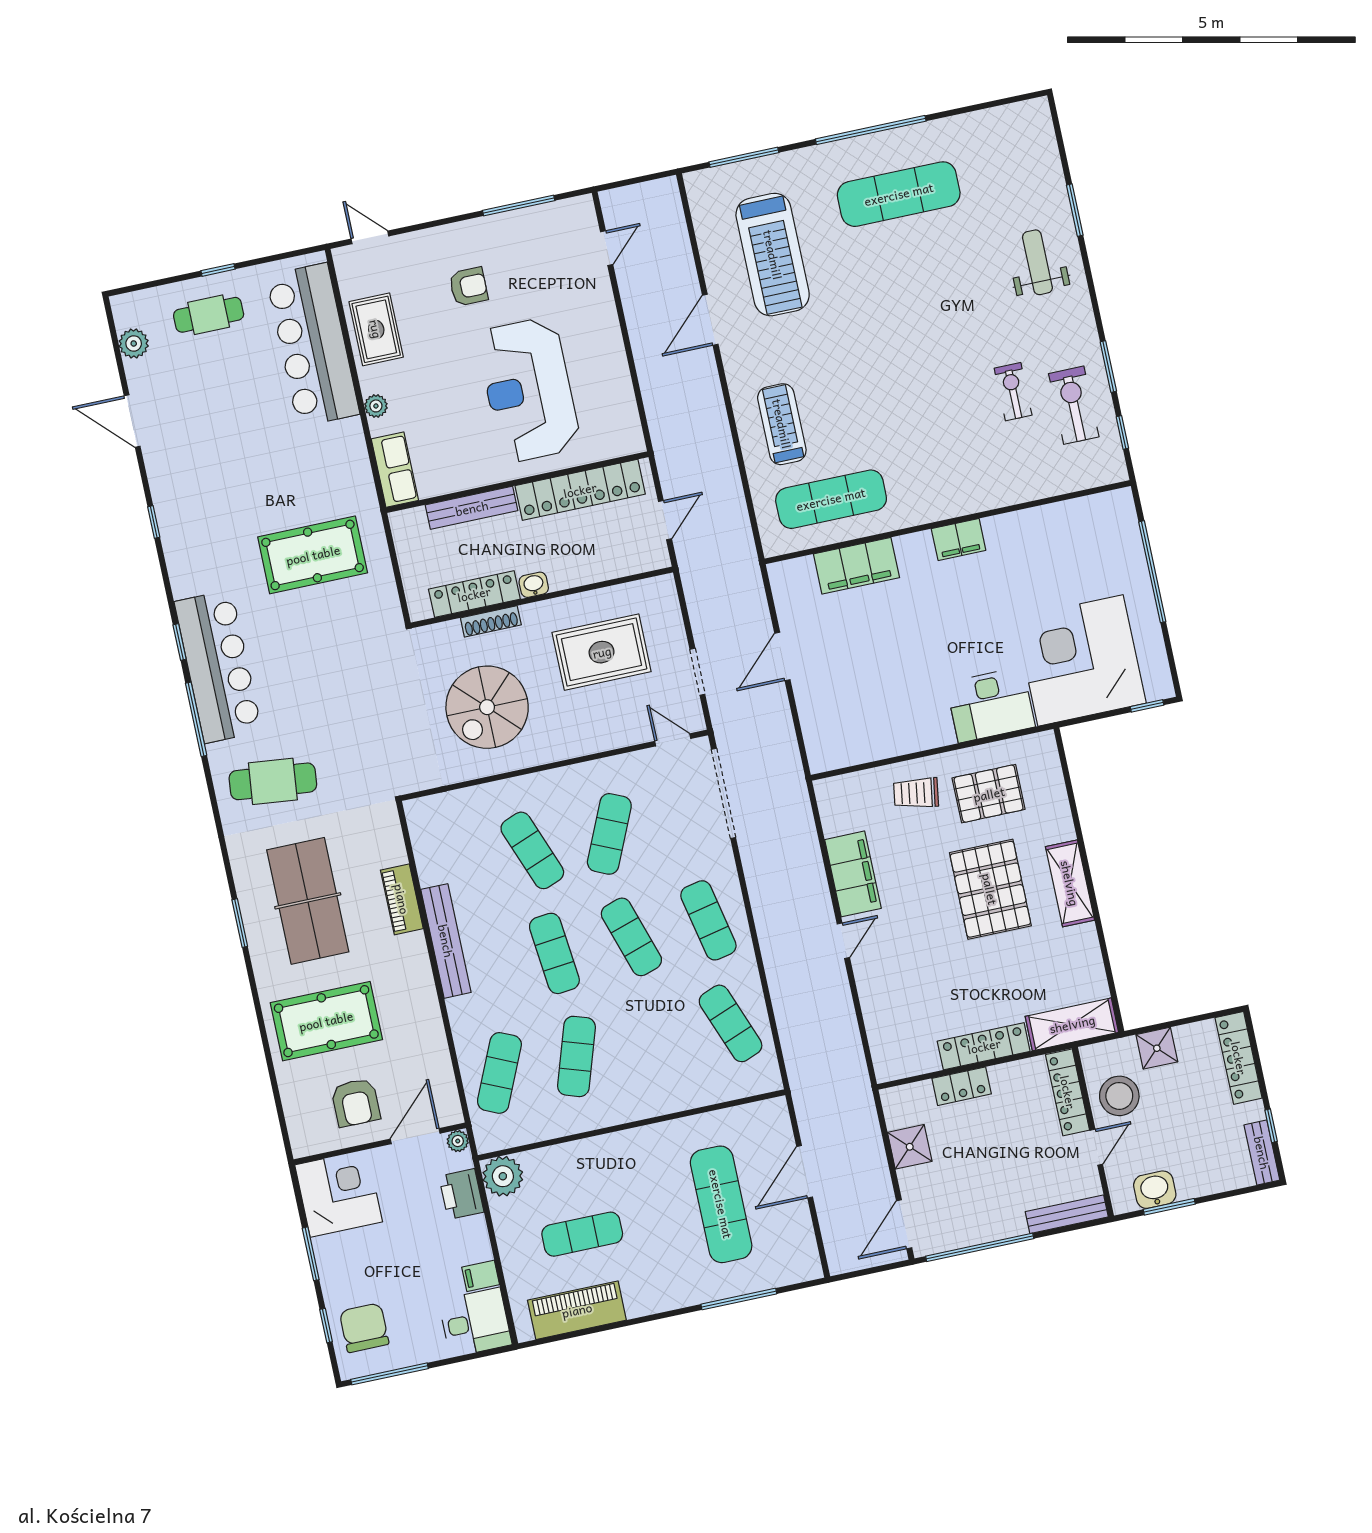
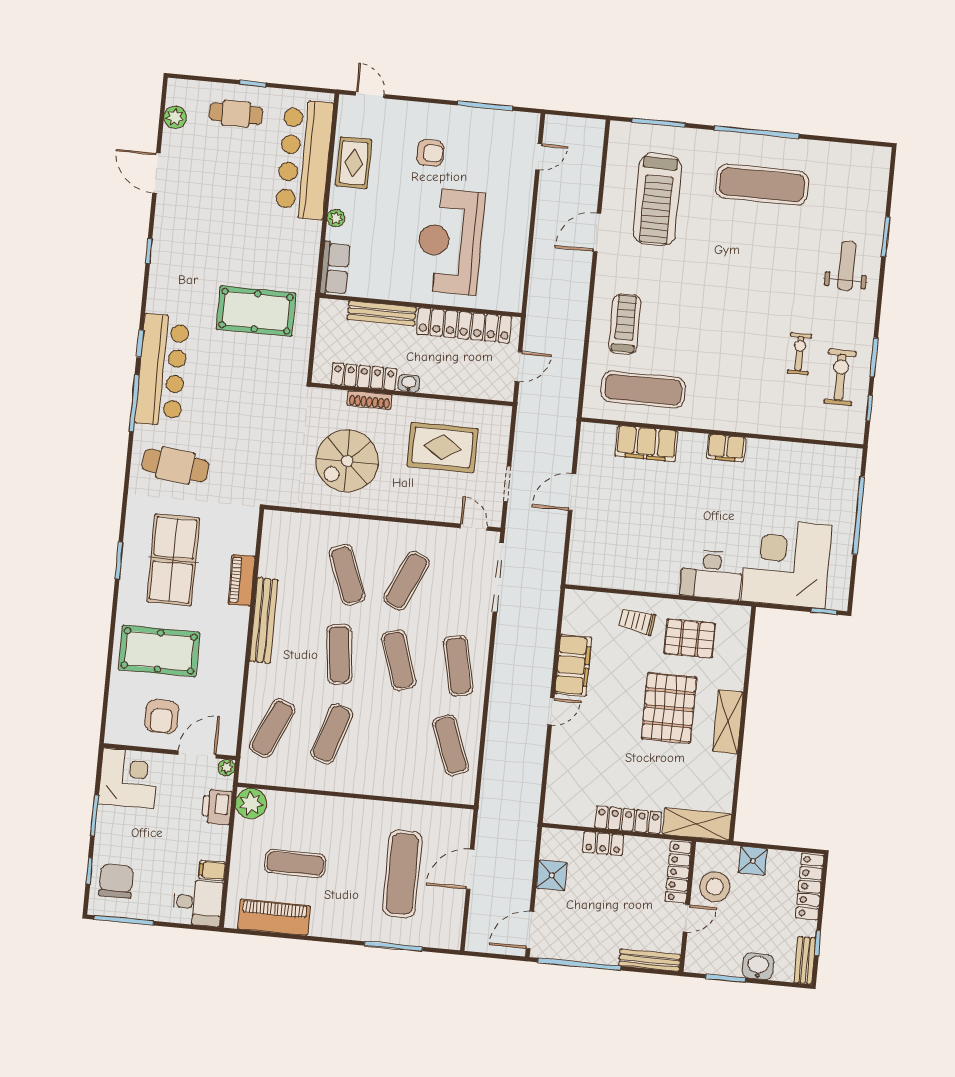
washbasin: (1155, 1190) -> (758, 966), moved

